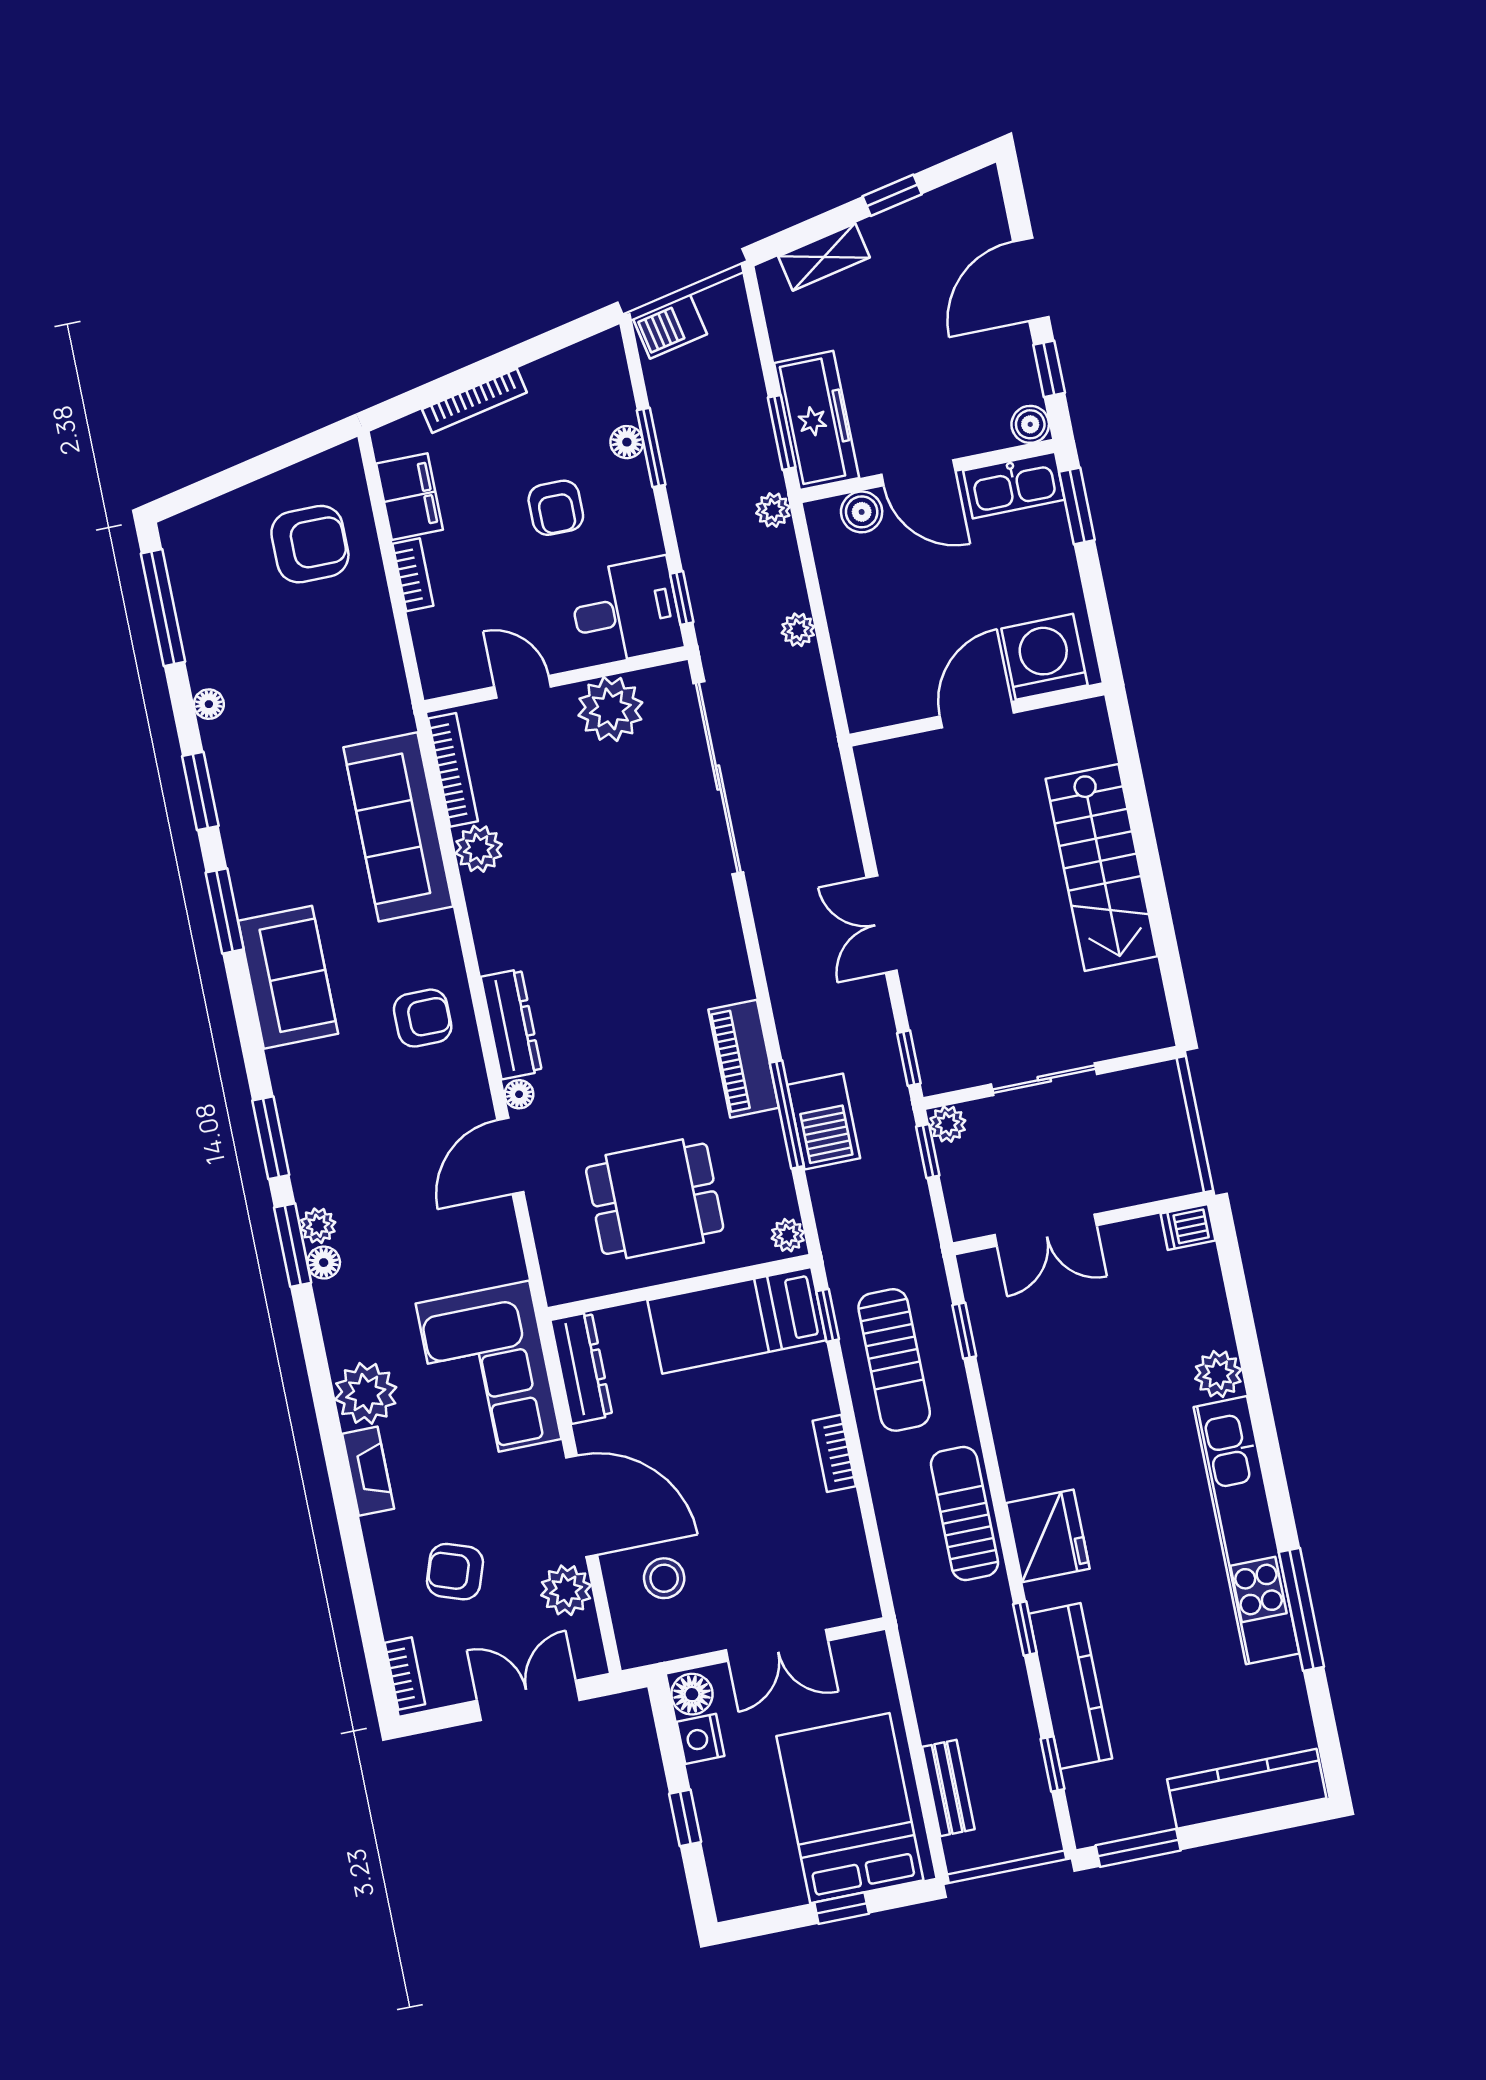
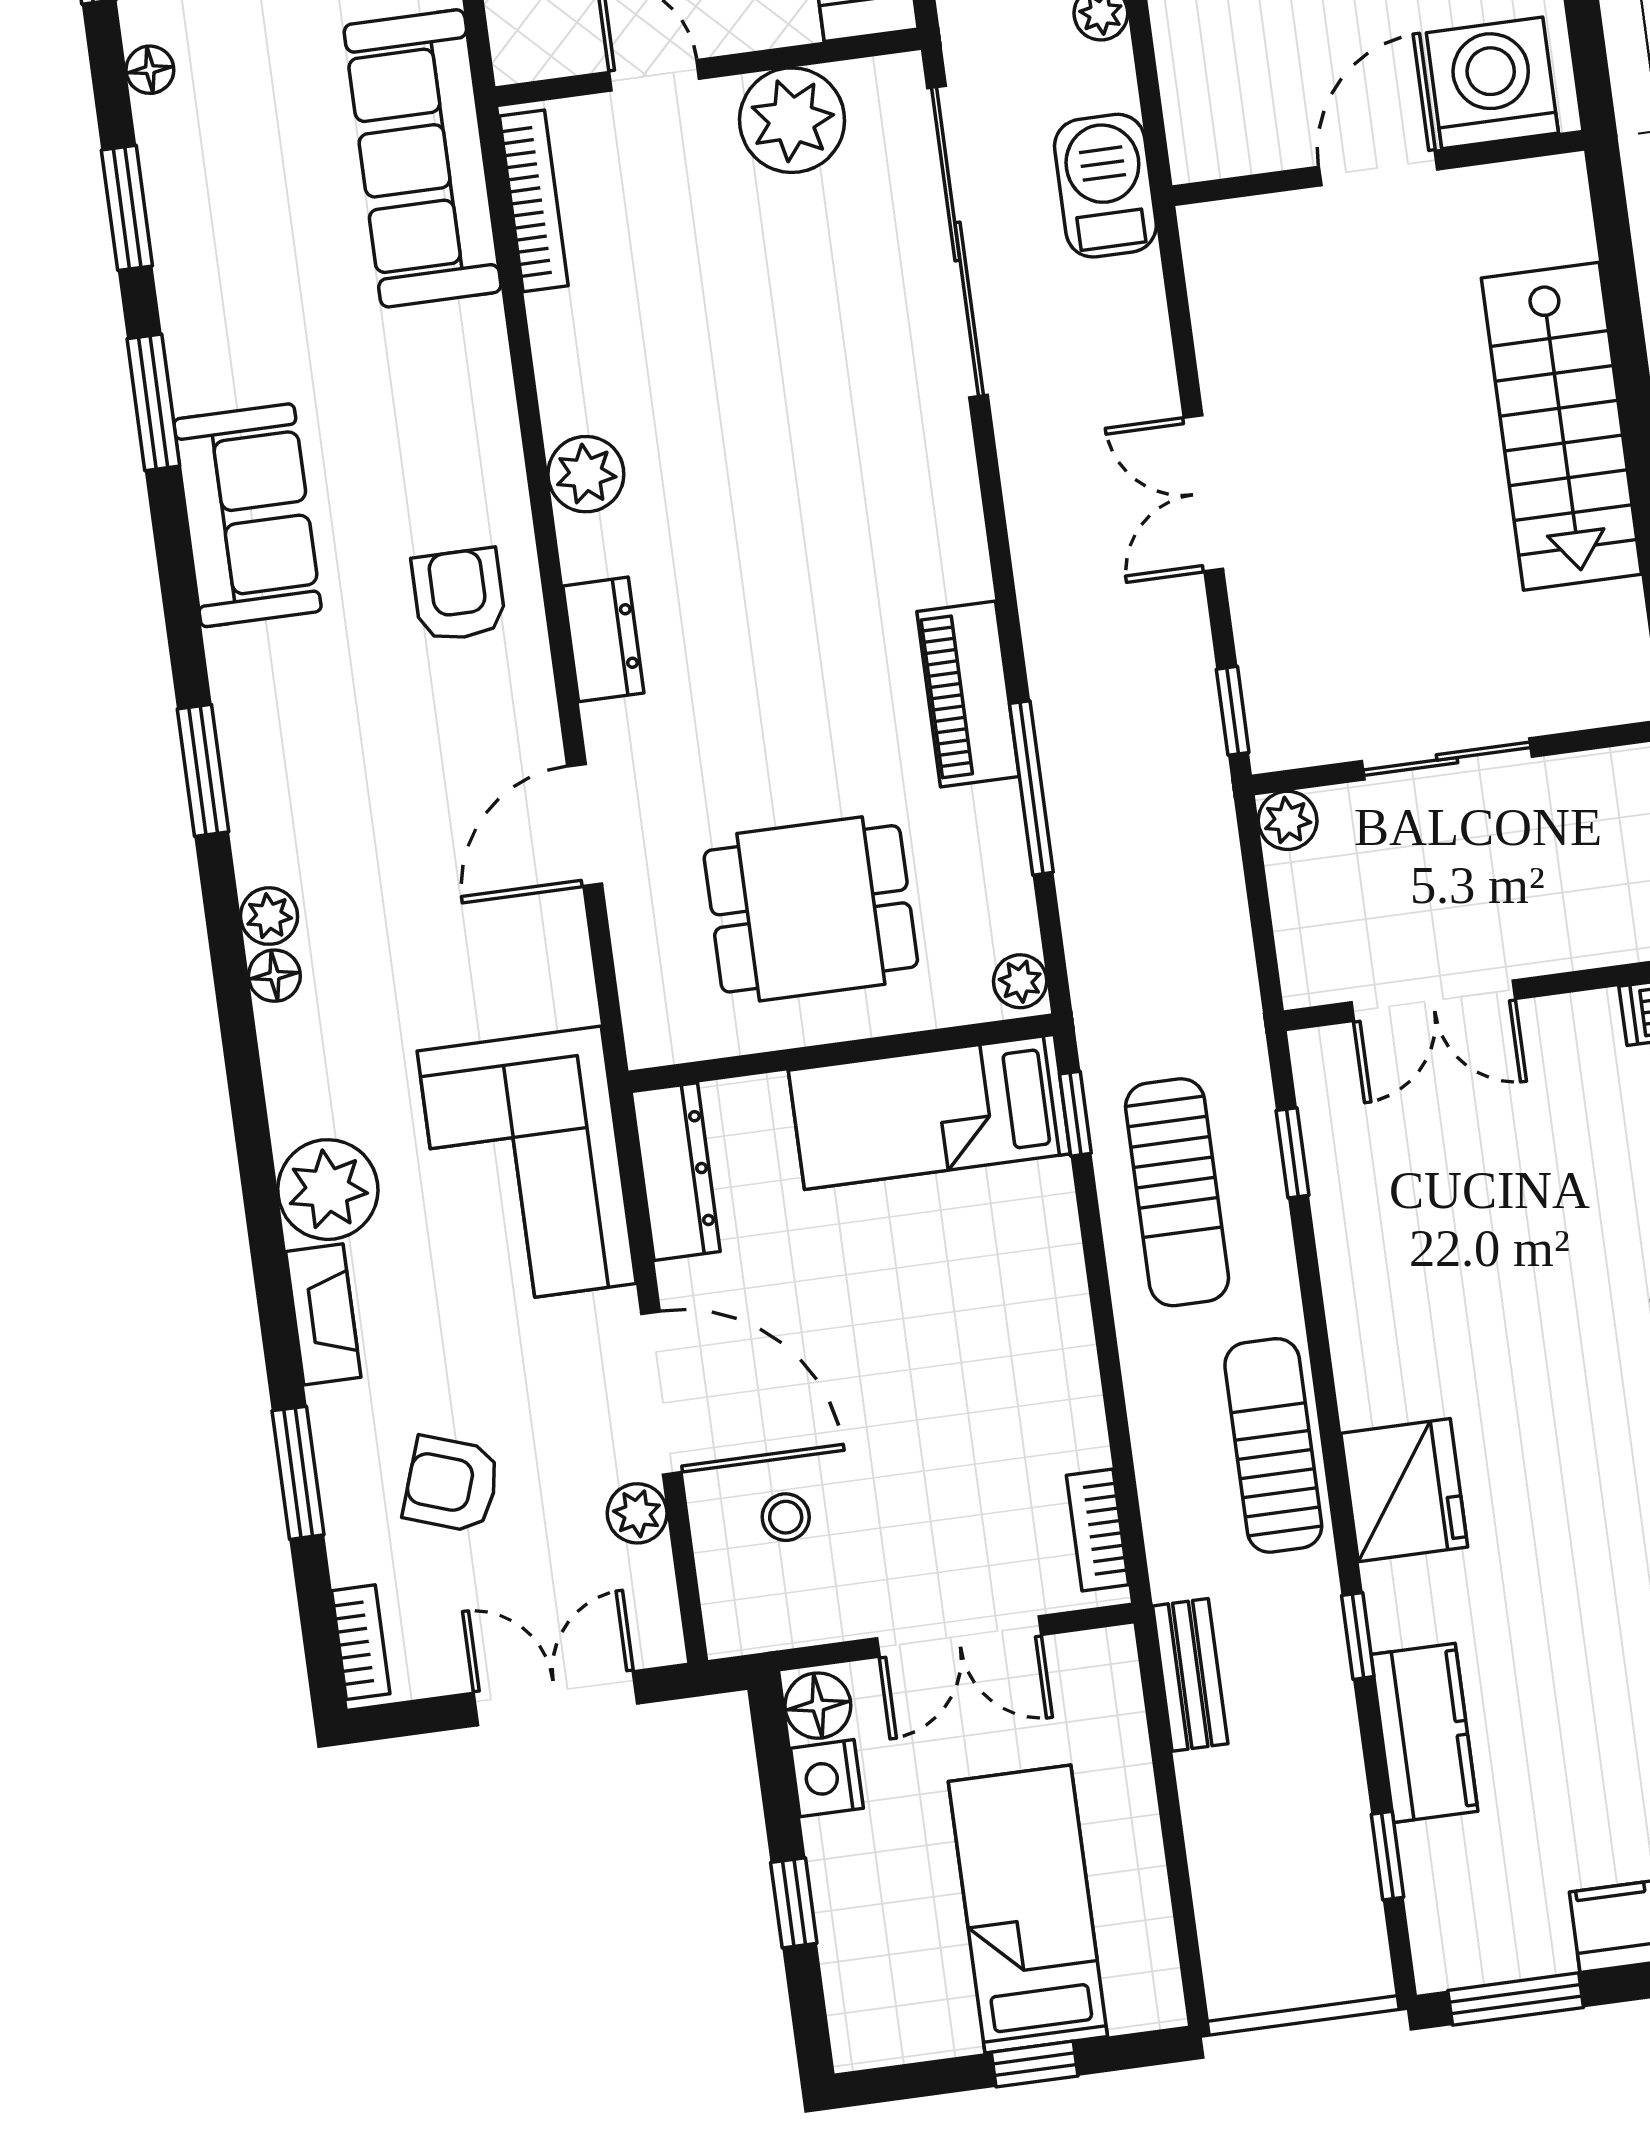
sofa: (398, 827) -> (423, 158), moved
plant: (479, 849) -> (586, 474), moved
armchair: (423, 1018) -> (459, 595), turned -90
dresser: (511, 1024) -> (603, 639), width x0.70
floor lamp: (519, 1094) -> (605, 727), removed
barbecue: (824, 1121) -> (1105, 186), moved, turned 180
window: (928, 1151) -> (1253, 862), removed
window: (293, 1245) -> (298, 1473), moved
bookcase: (834, 1453) -> (1097, 1530), moved
stool: (664, 1578) -> (786, 1517), width x0.73, depth x0.73
plant: (566, 1590) -> (637, 1513), width x0.73, depth x0.73
kitchen counter: (1070, 1686) -> (1424, 1733), width x0.67
bench: (948, 1788) -> (1190, 1675), moved
bed: (850, 1808) -> (1028, 1909), width x0.67

